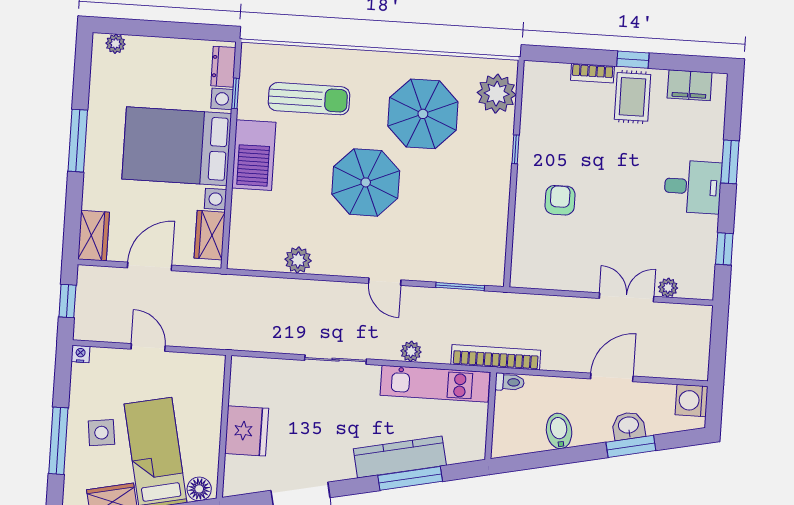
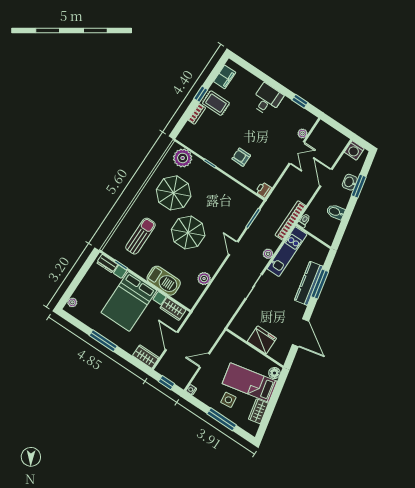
barbecue: (254, 155) -> (164, 281), moved
window: (730, 162) -> (266, 78), removed
printer: (523, 276) -> (264, 190), added
door: (385, 282) -> (233, 248), swing flipped
double door: (627, 297) -> (297, 153), swing flipped

